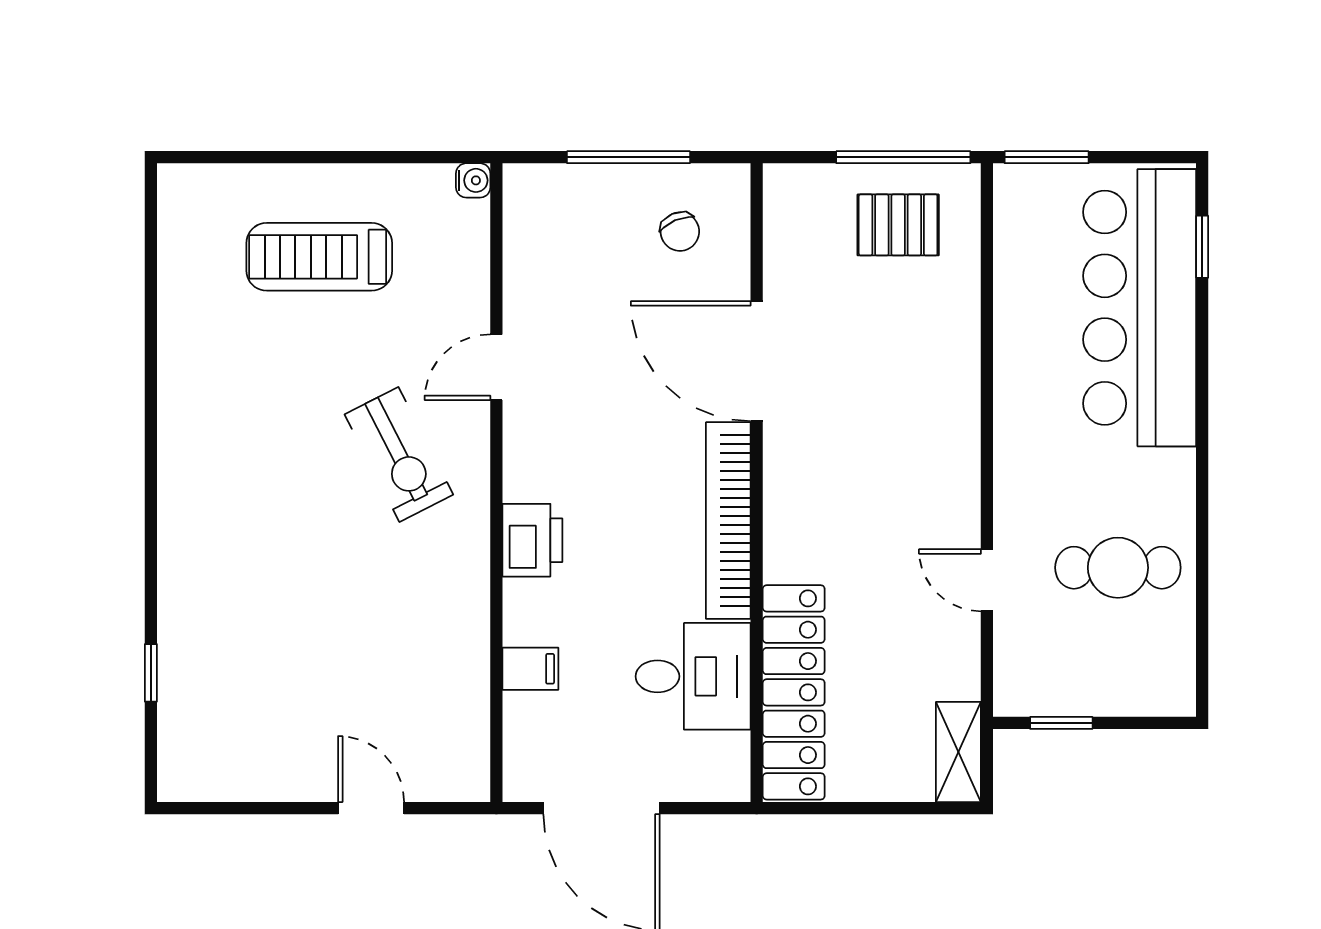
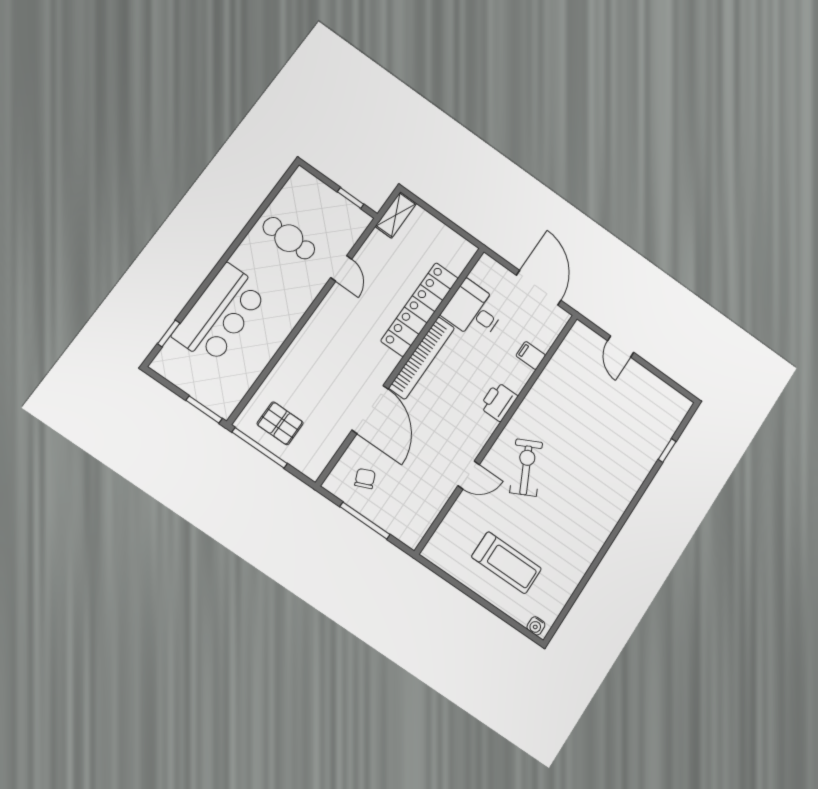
water cooler: (473, 180) -> (536, 626), moved, turned -90
bar counter: (1140, 308) -> (220, 314), width x0.73
locker: (794, 692) -> (420, 309), moved

